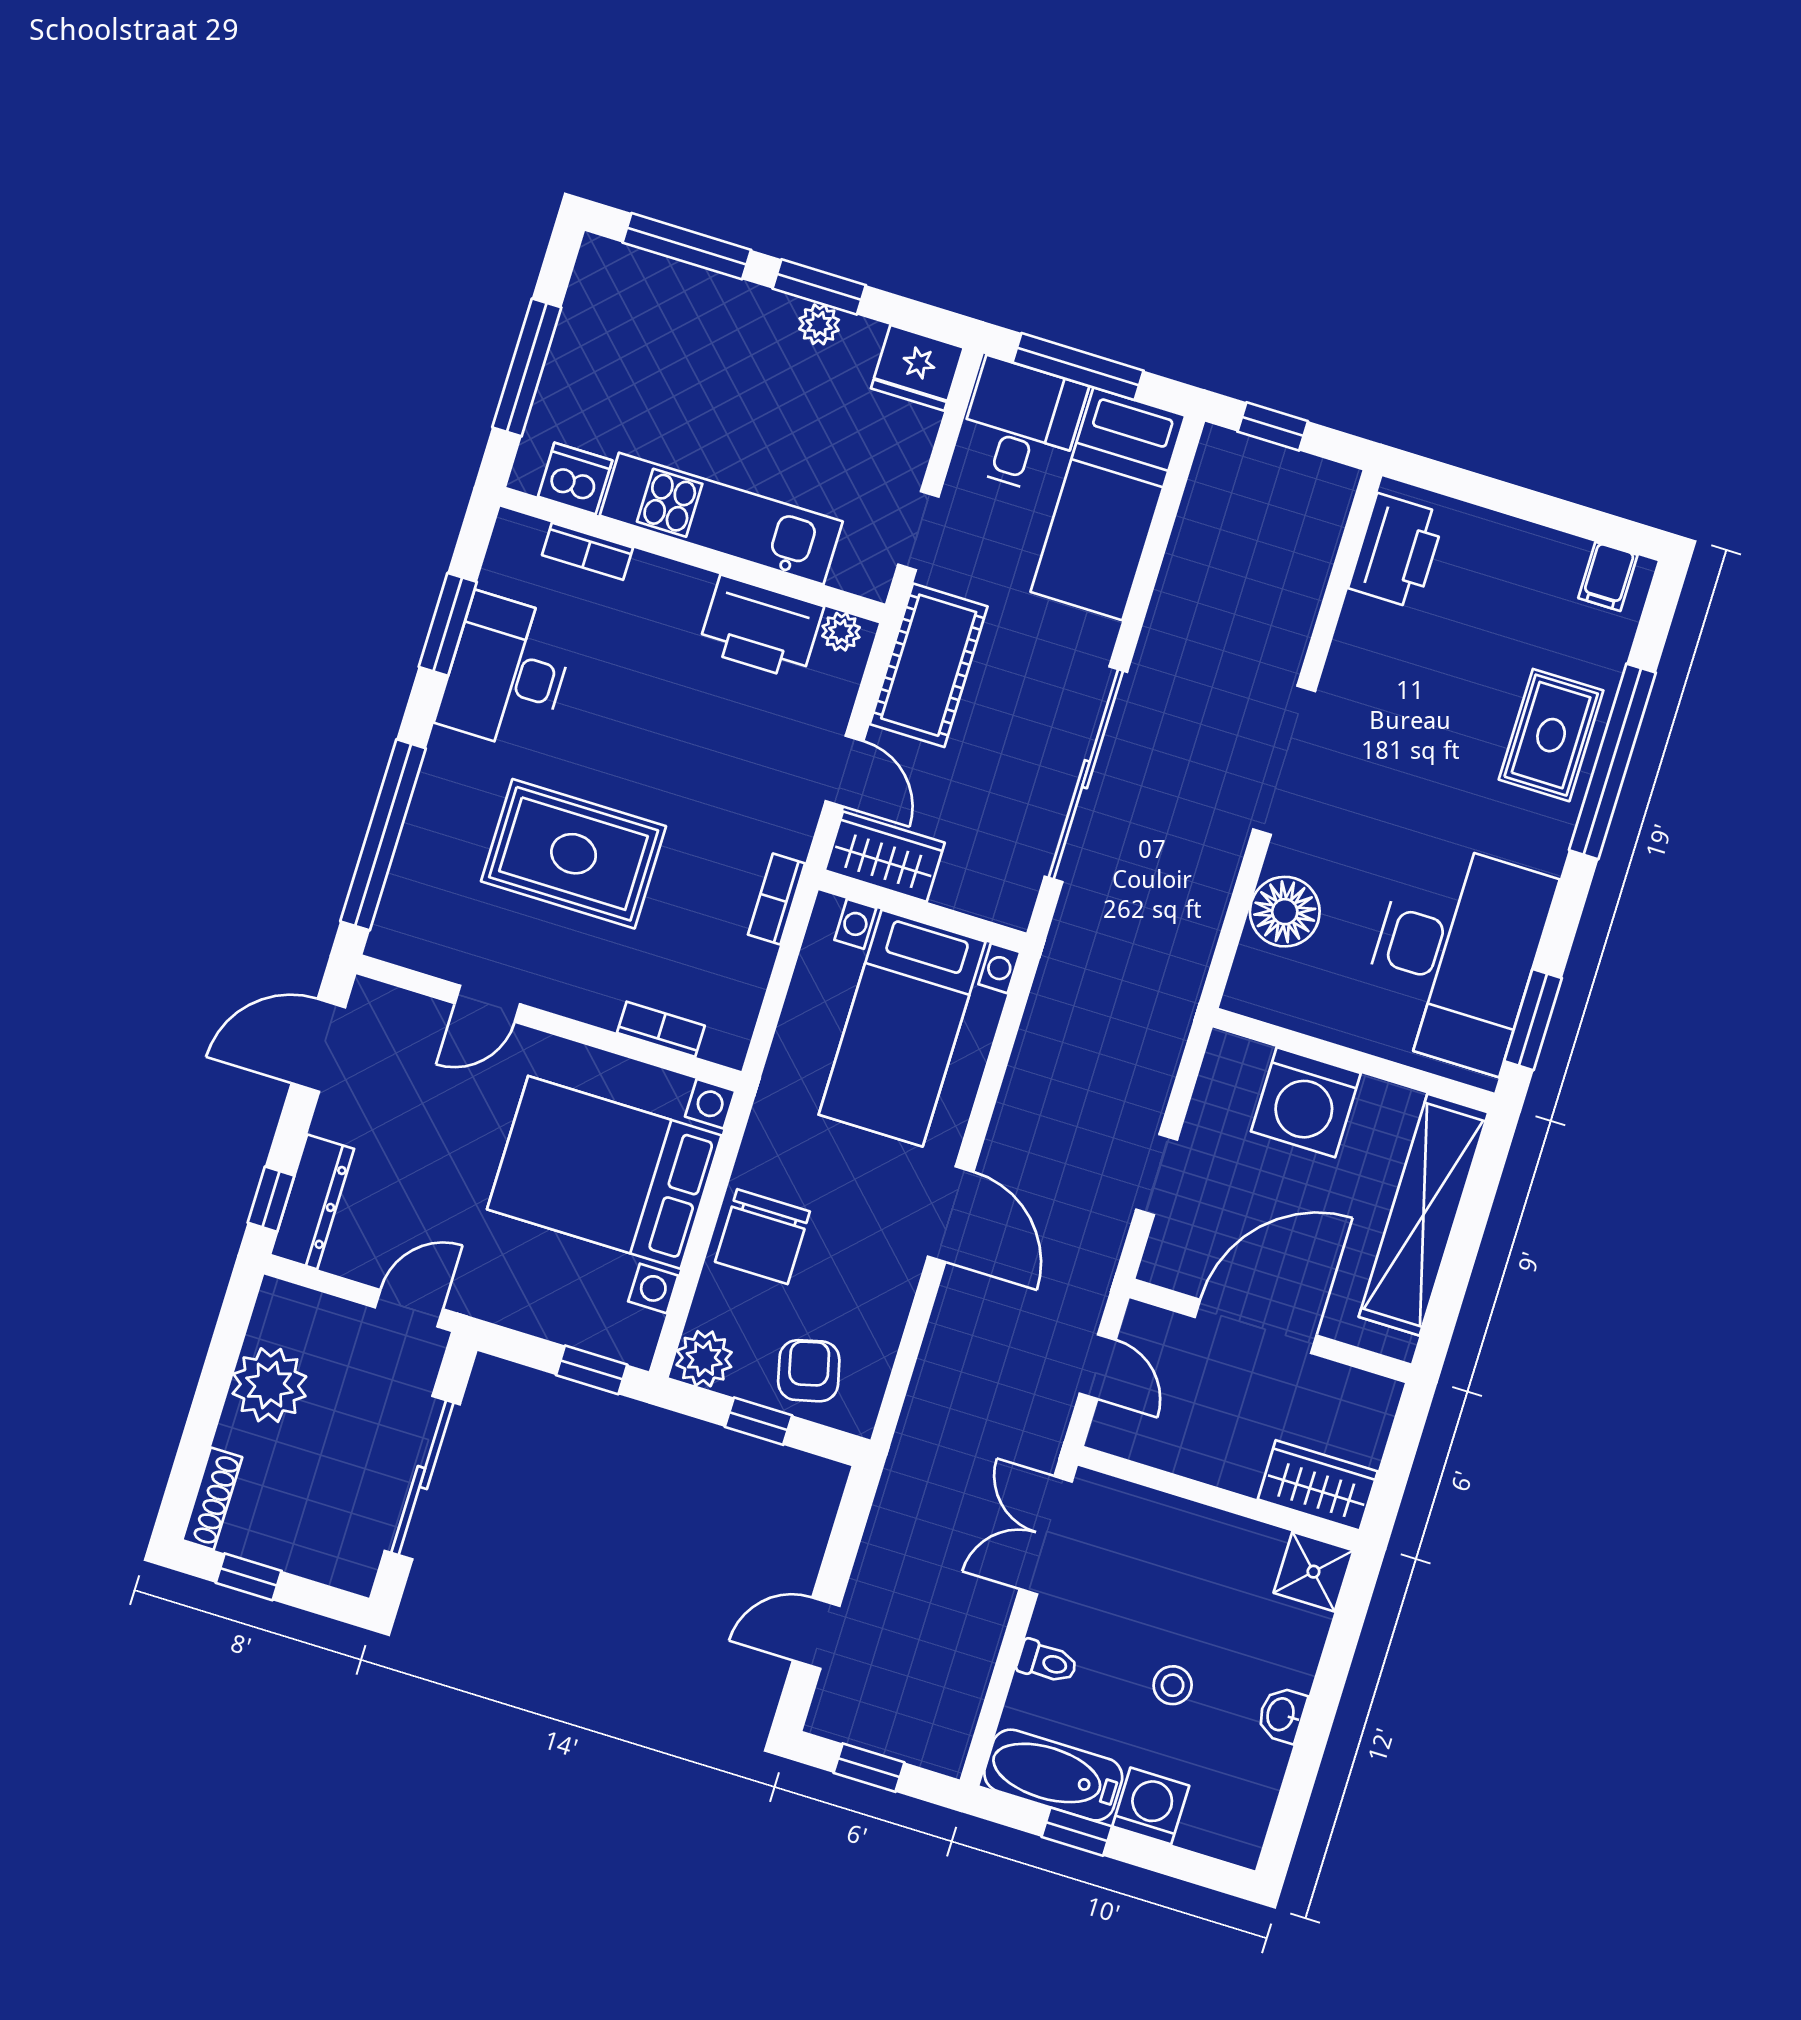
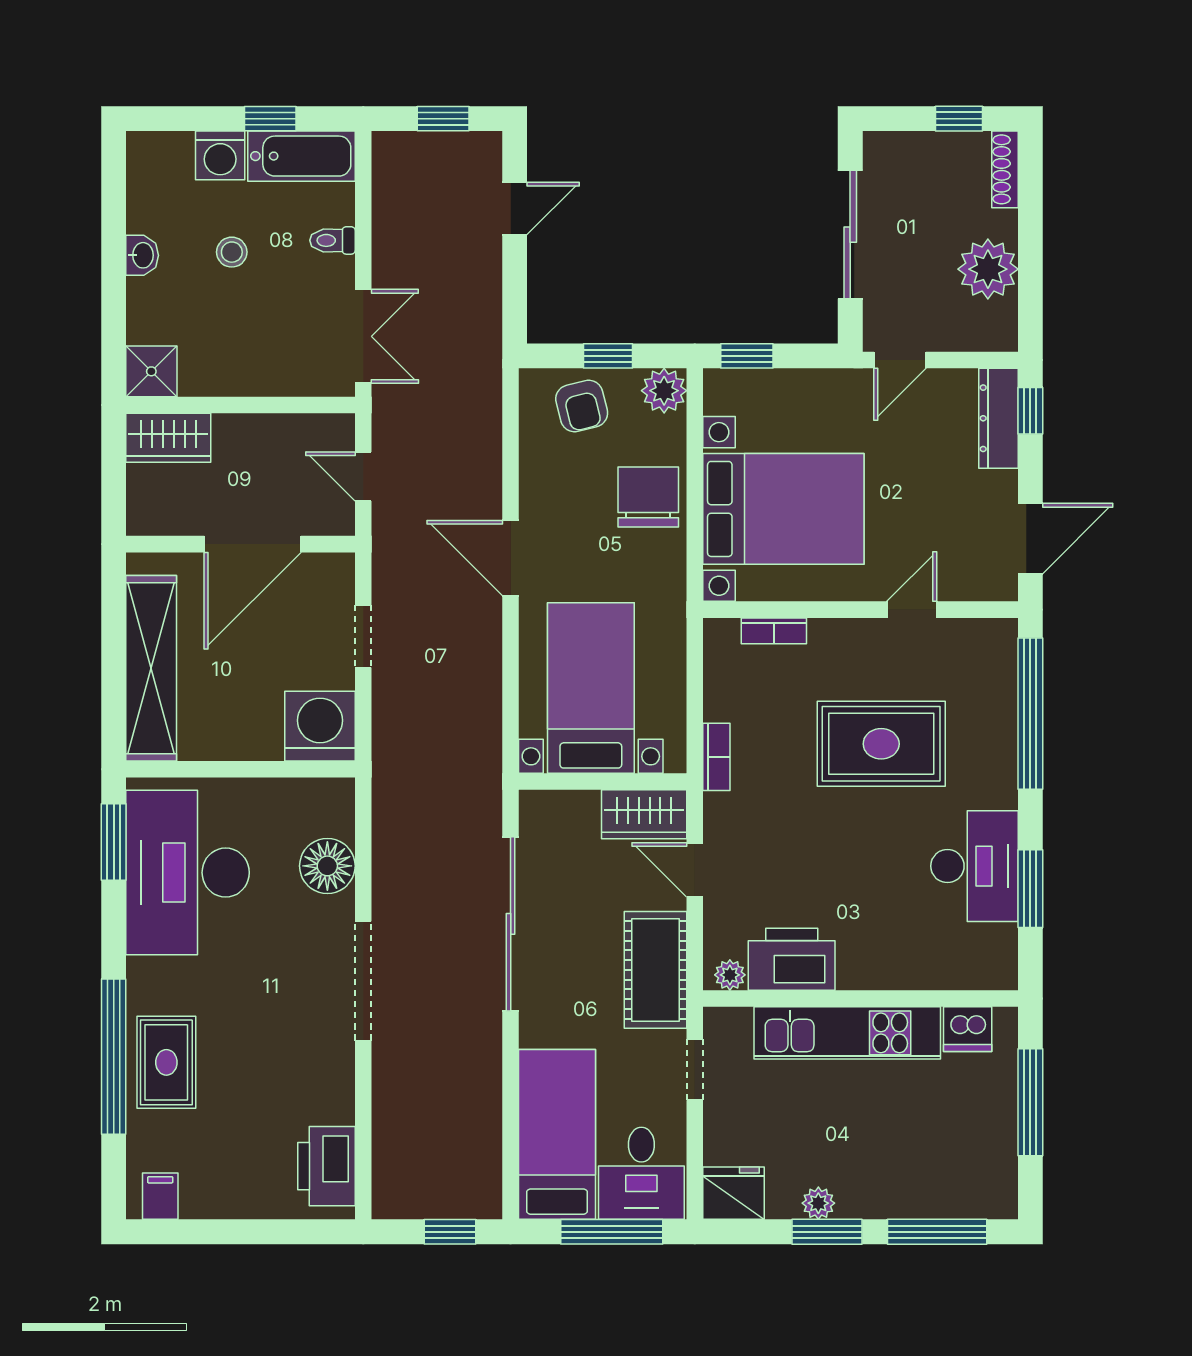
bookcase: (587, 551) -> (941, 977), removed
washing machine: (1306, 1102) -> (320, 726), moved

